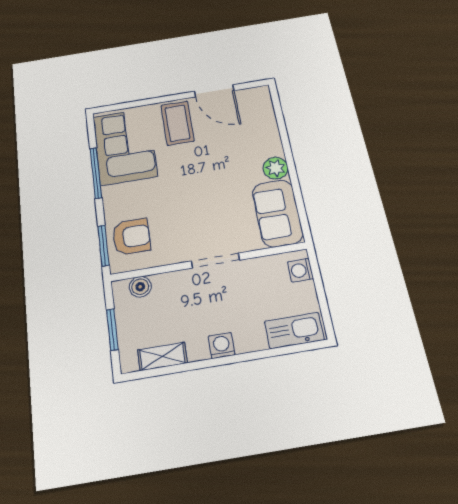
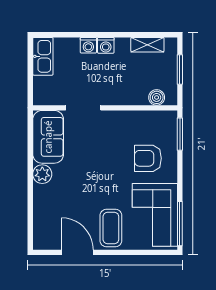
window: (96, 173) -> (180, 224), moved
armchair: (131, 237) -> (148, 158), moved
doorway: (215, 261) -> (83, 108), moved
washing machine: (300, 270) -> (88, 45), moved, turned 90
kitchen sink: (294, 330) -> (43, 56), moved, turned -90

